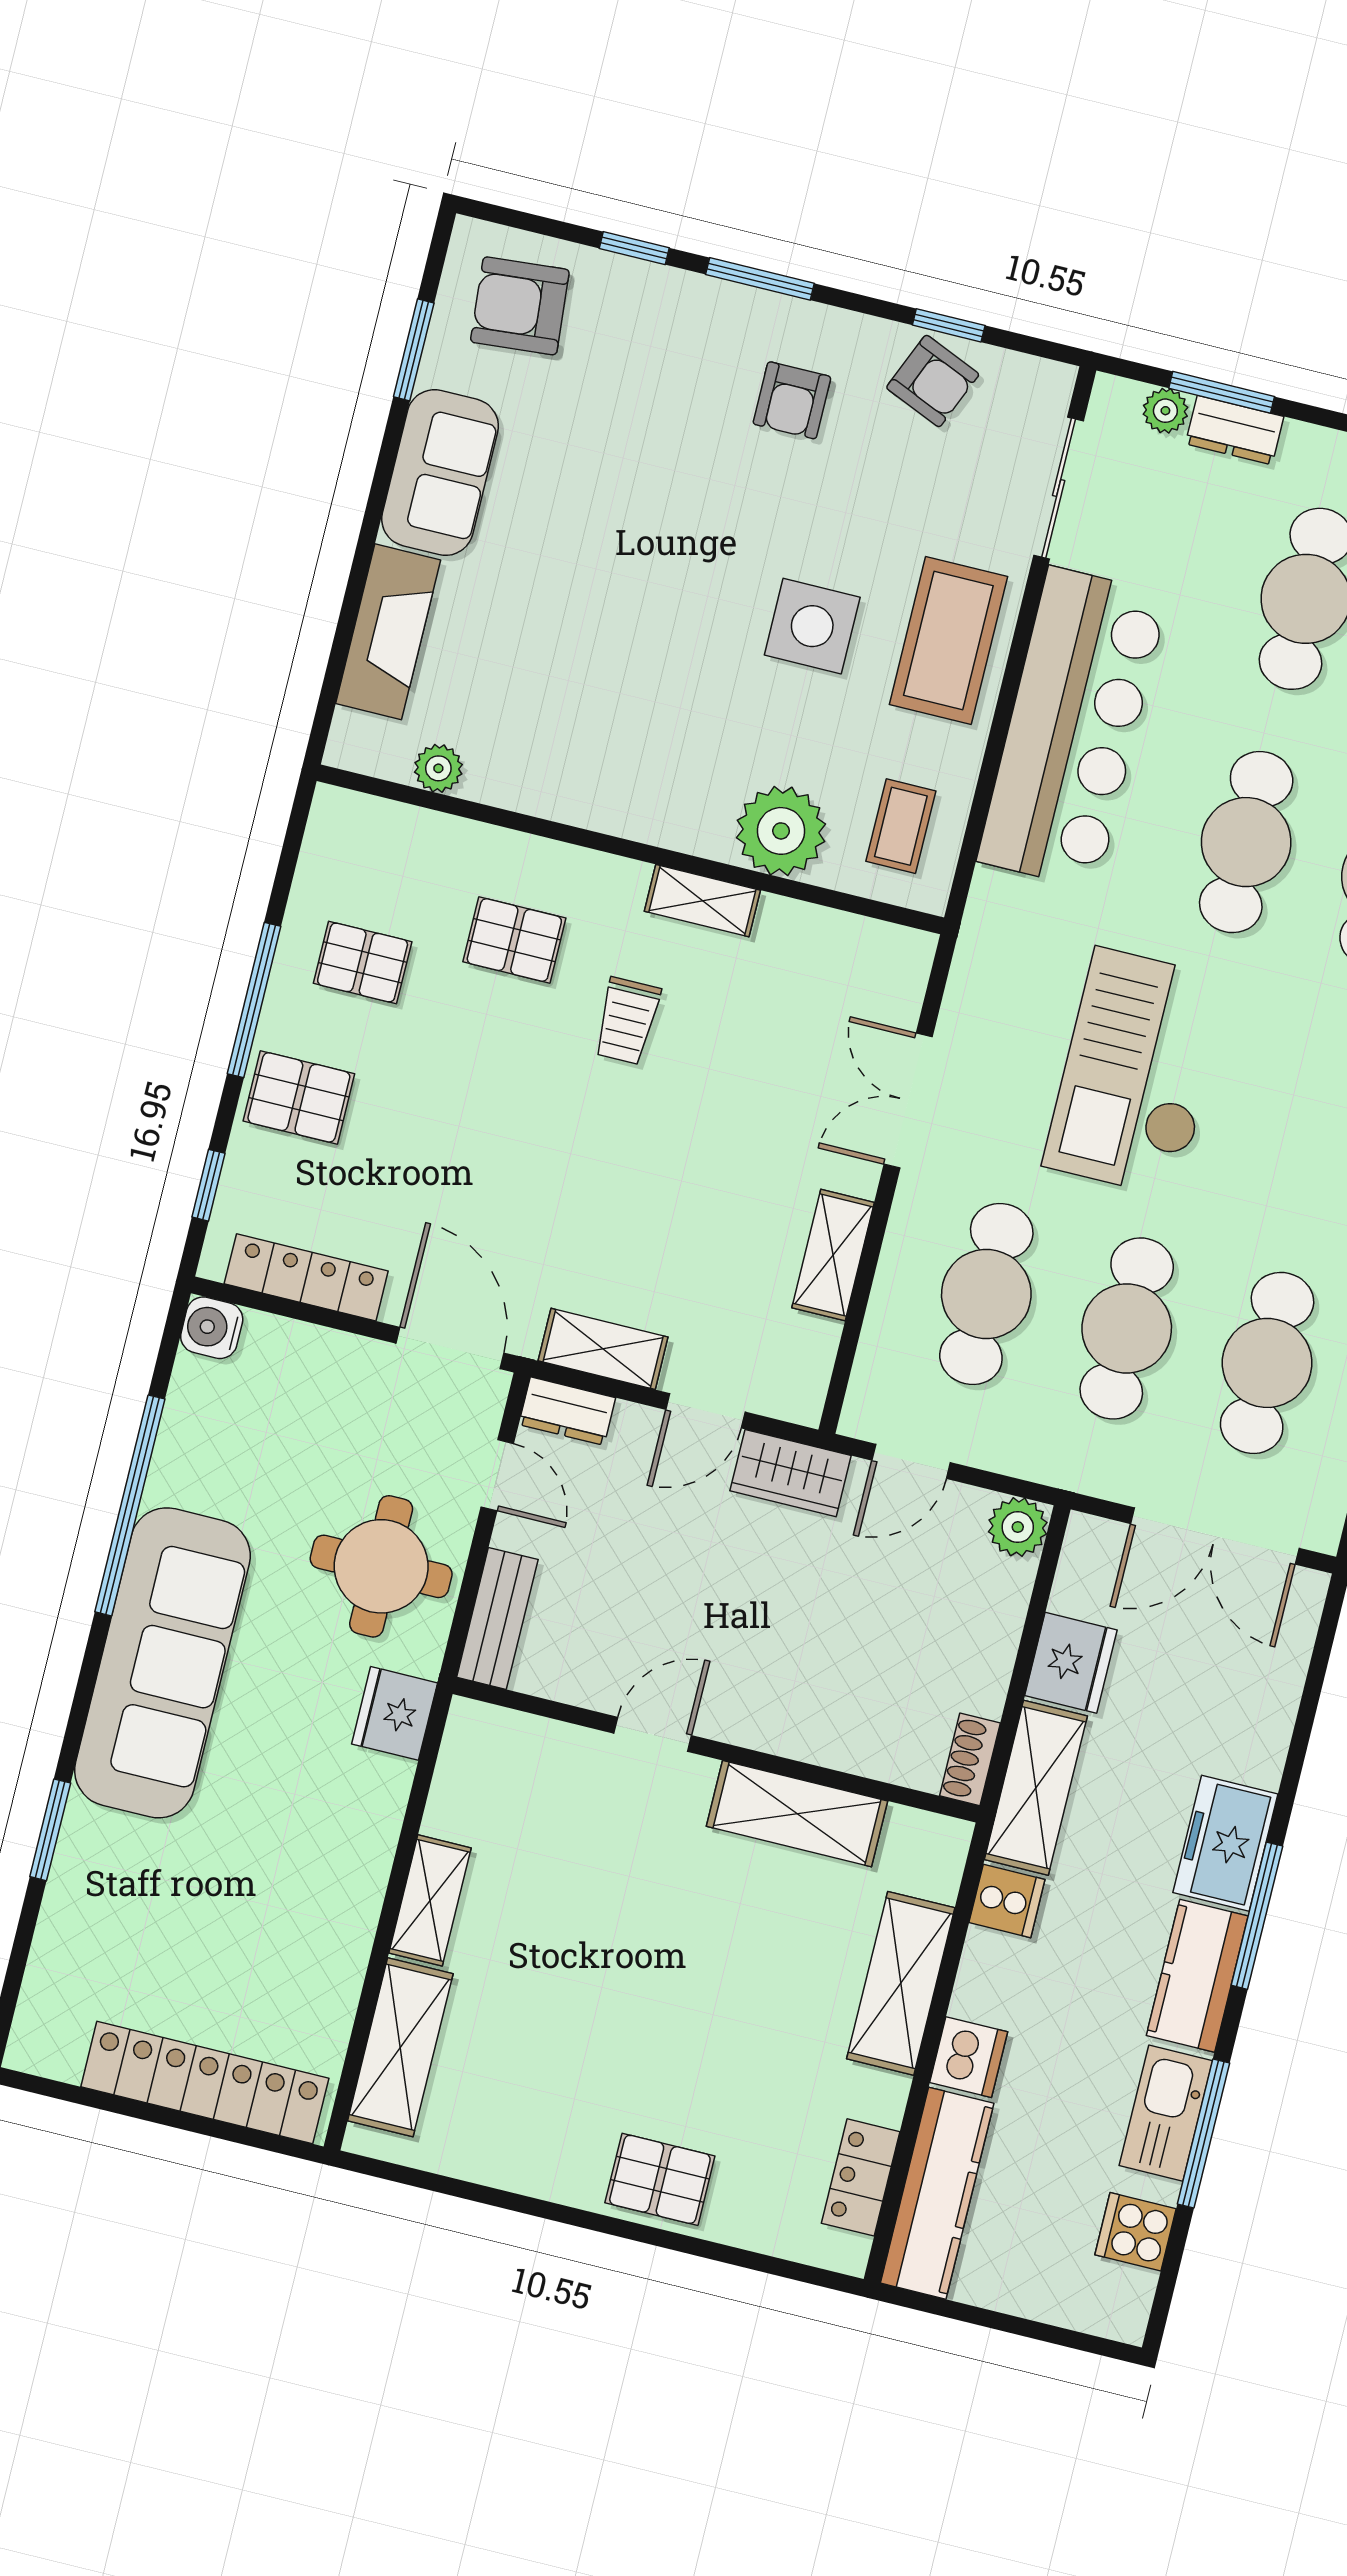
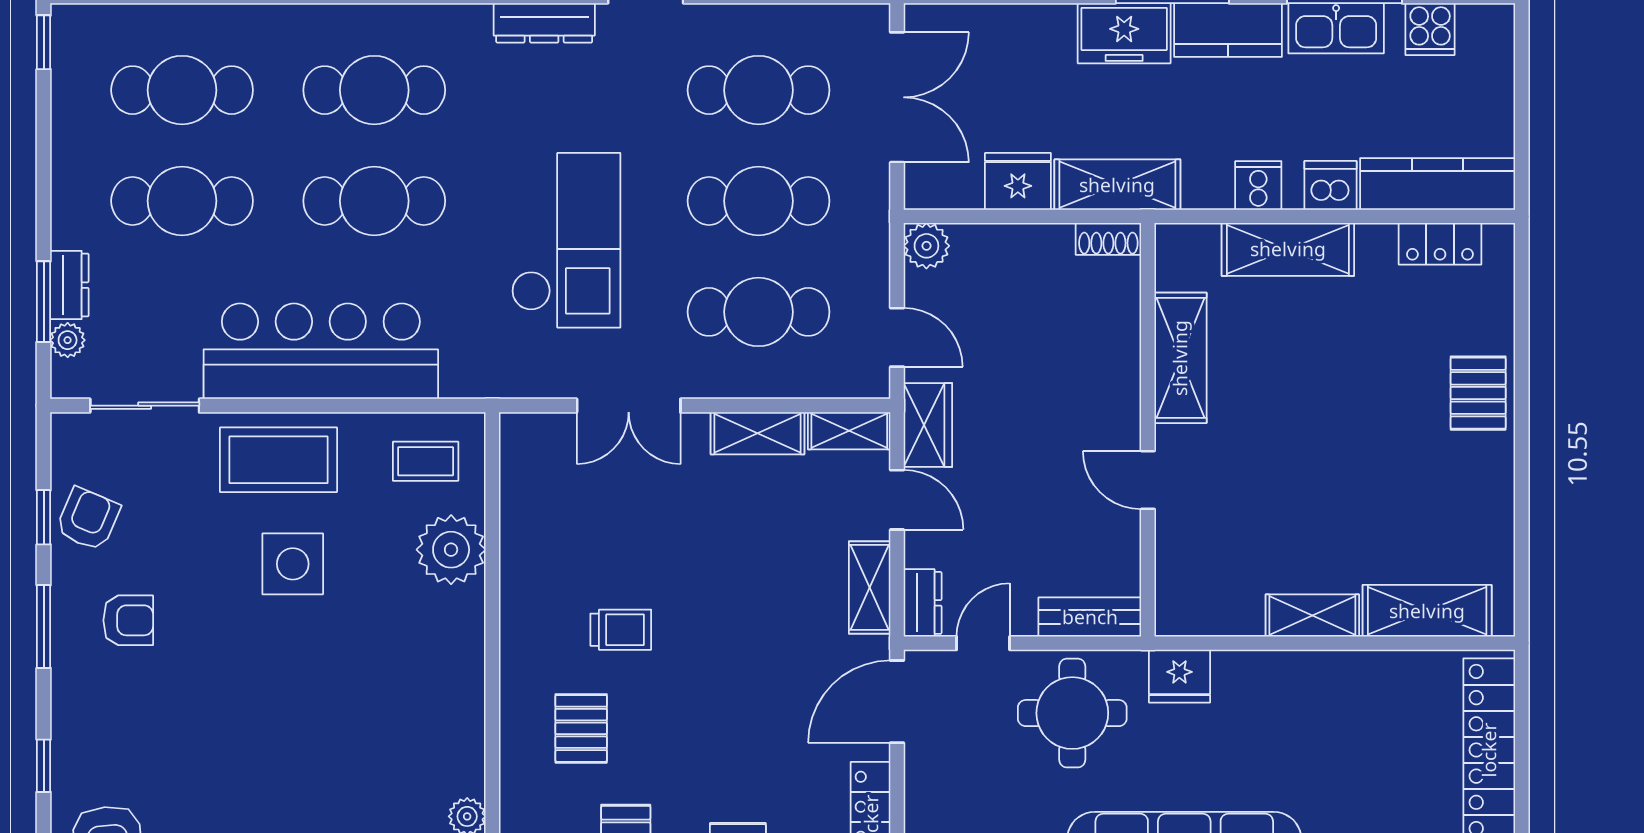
window: (760, 279) -> (44, 627), moved
shelving: (702, 901) -> (849, 431), moved, turned 90
checkout: (1137, 1073) -> (566, 240), turned -90
cooker: (1007, 1901) -> (1258, 185), moved

